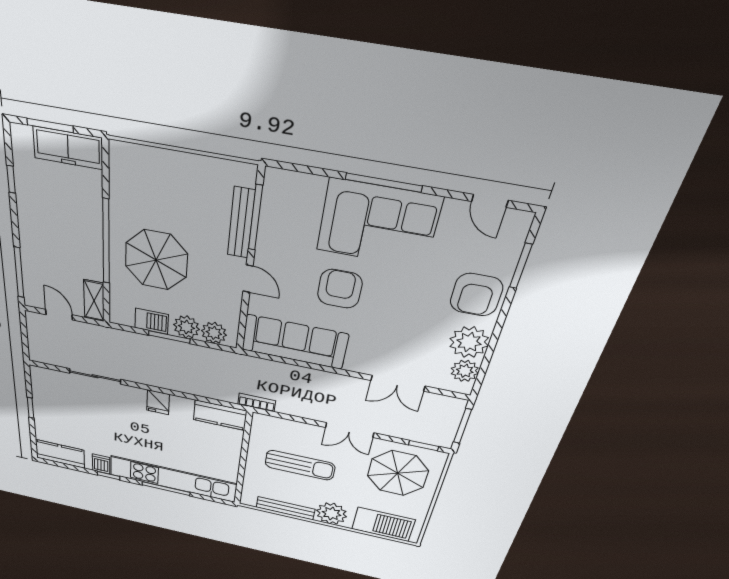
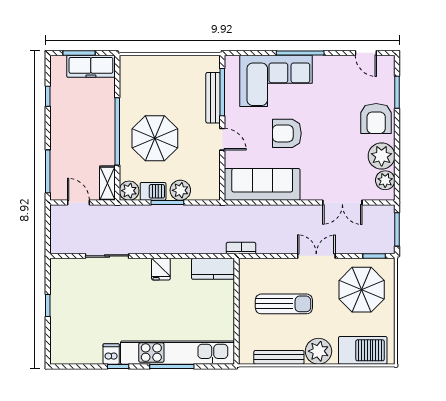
corner sofa: (378, 224) -> (276, 81), moved
armchair: (340, 289) -> (287, 133), turned -90
plant: (214, 333) -> (129, 191), moved
double door: (350, 430) -> (316, 256), swing flipped
kitchen counter: (60, 454) -> (73, 353), removed

